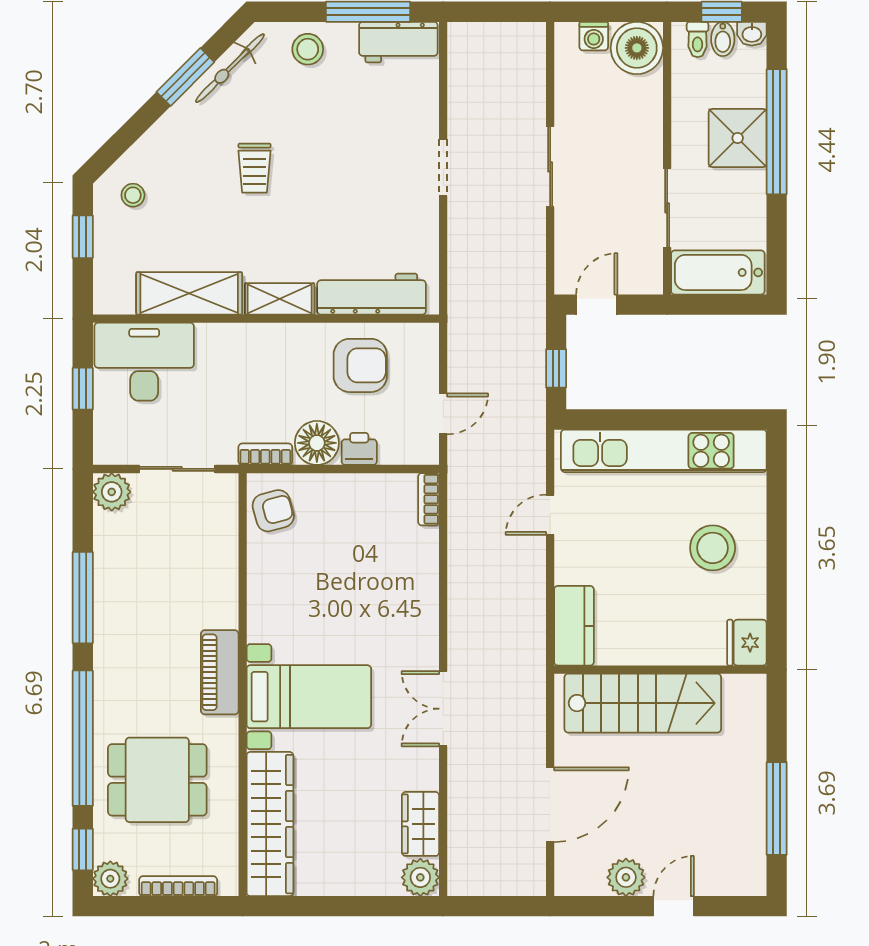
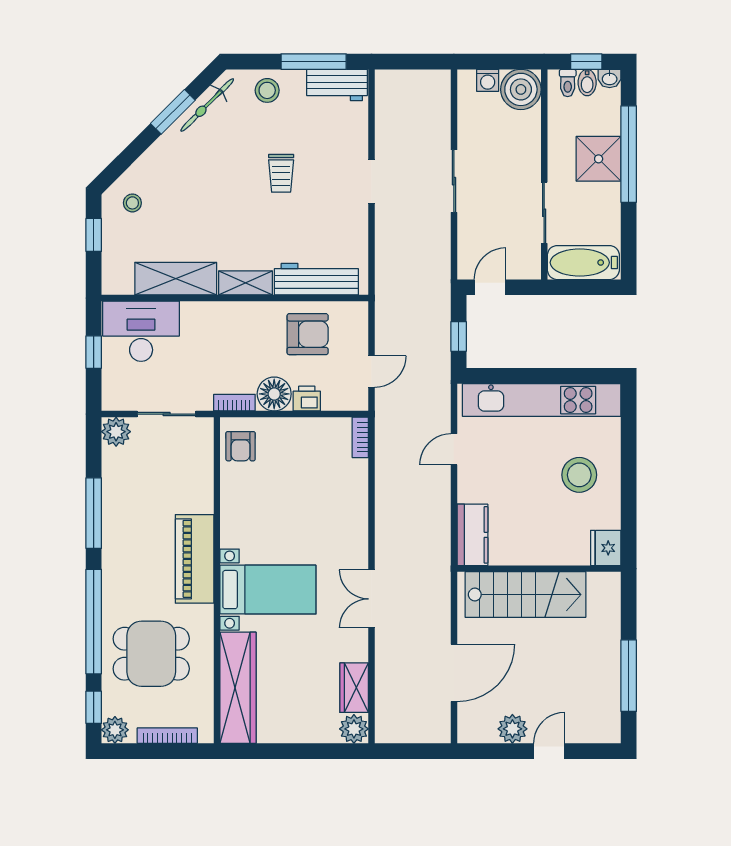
trolley: (254, 168) -> (281, 173), moved
armchair: (273, 511) -> (241, 446), turned 105
piano: (220, 672) -> (195, 559), width x1.37, depth x1.33

